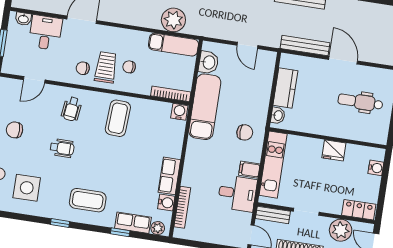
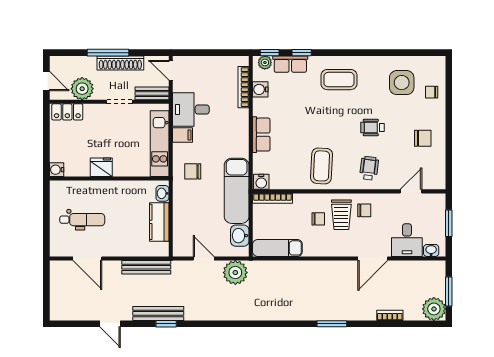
plant: (173, 20) -> (235, 273), moved
door: (343, 60) -> (87, 259), moved
water cooler: (376, 168) -> (57, 170), moved
row of seats: (169, 176) -> (261, 135), moved
window: (60, 223) -> (270, 53), moved

